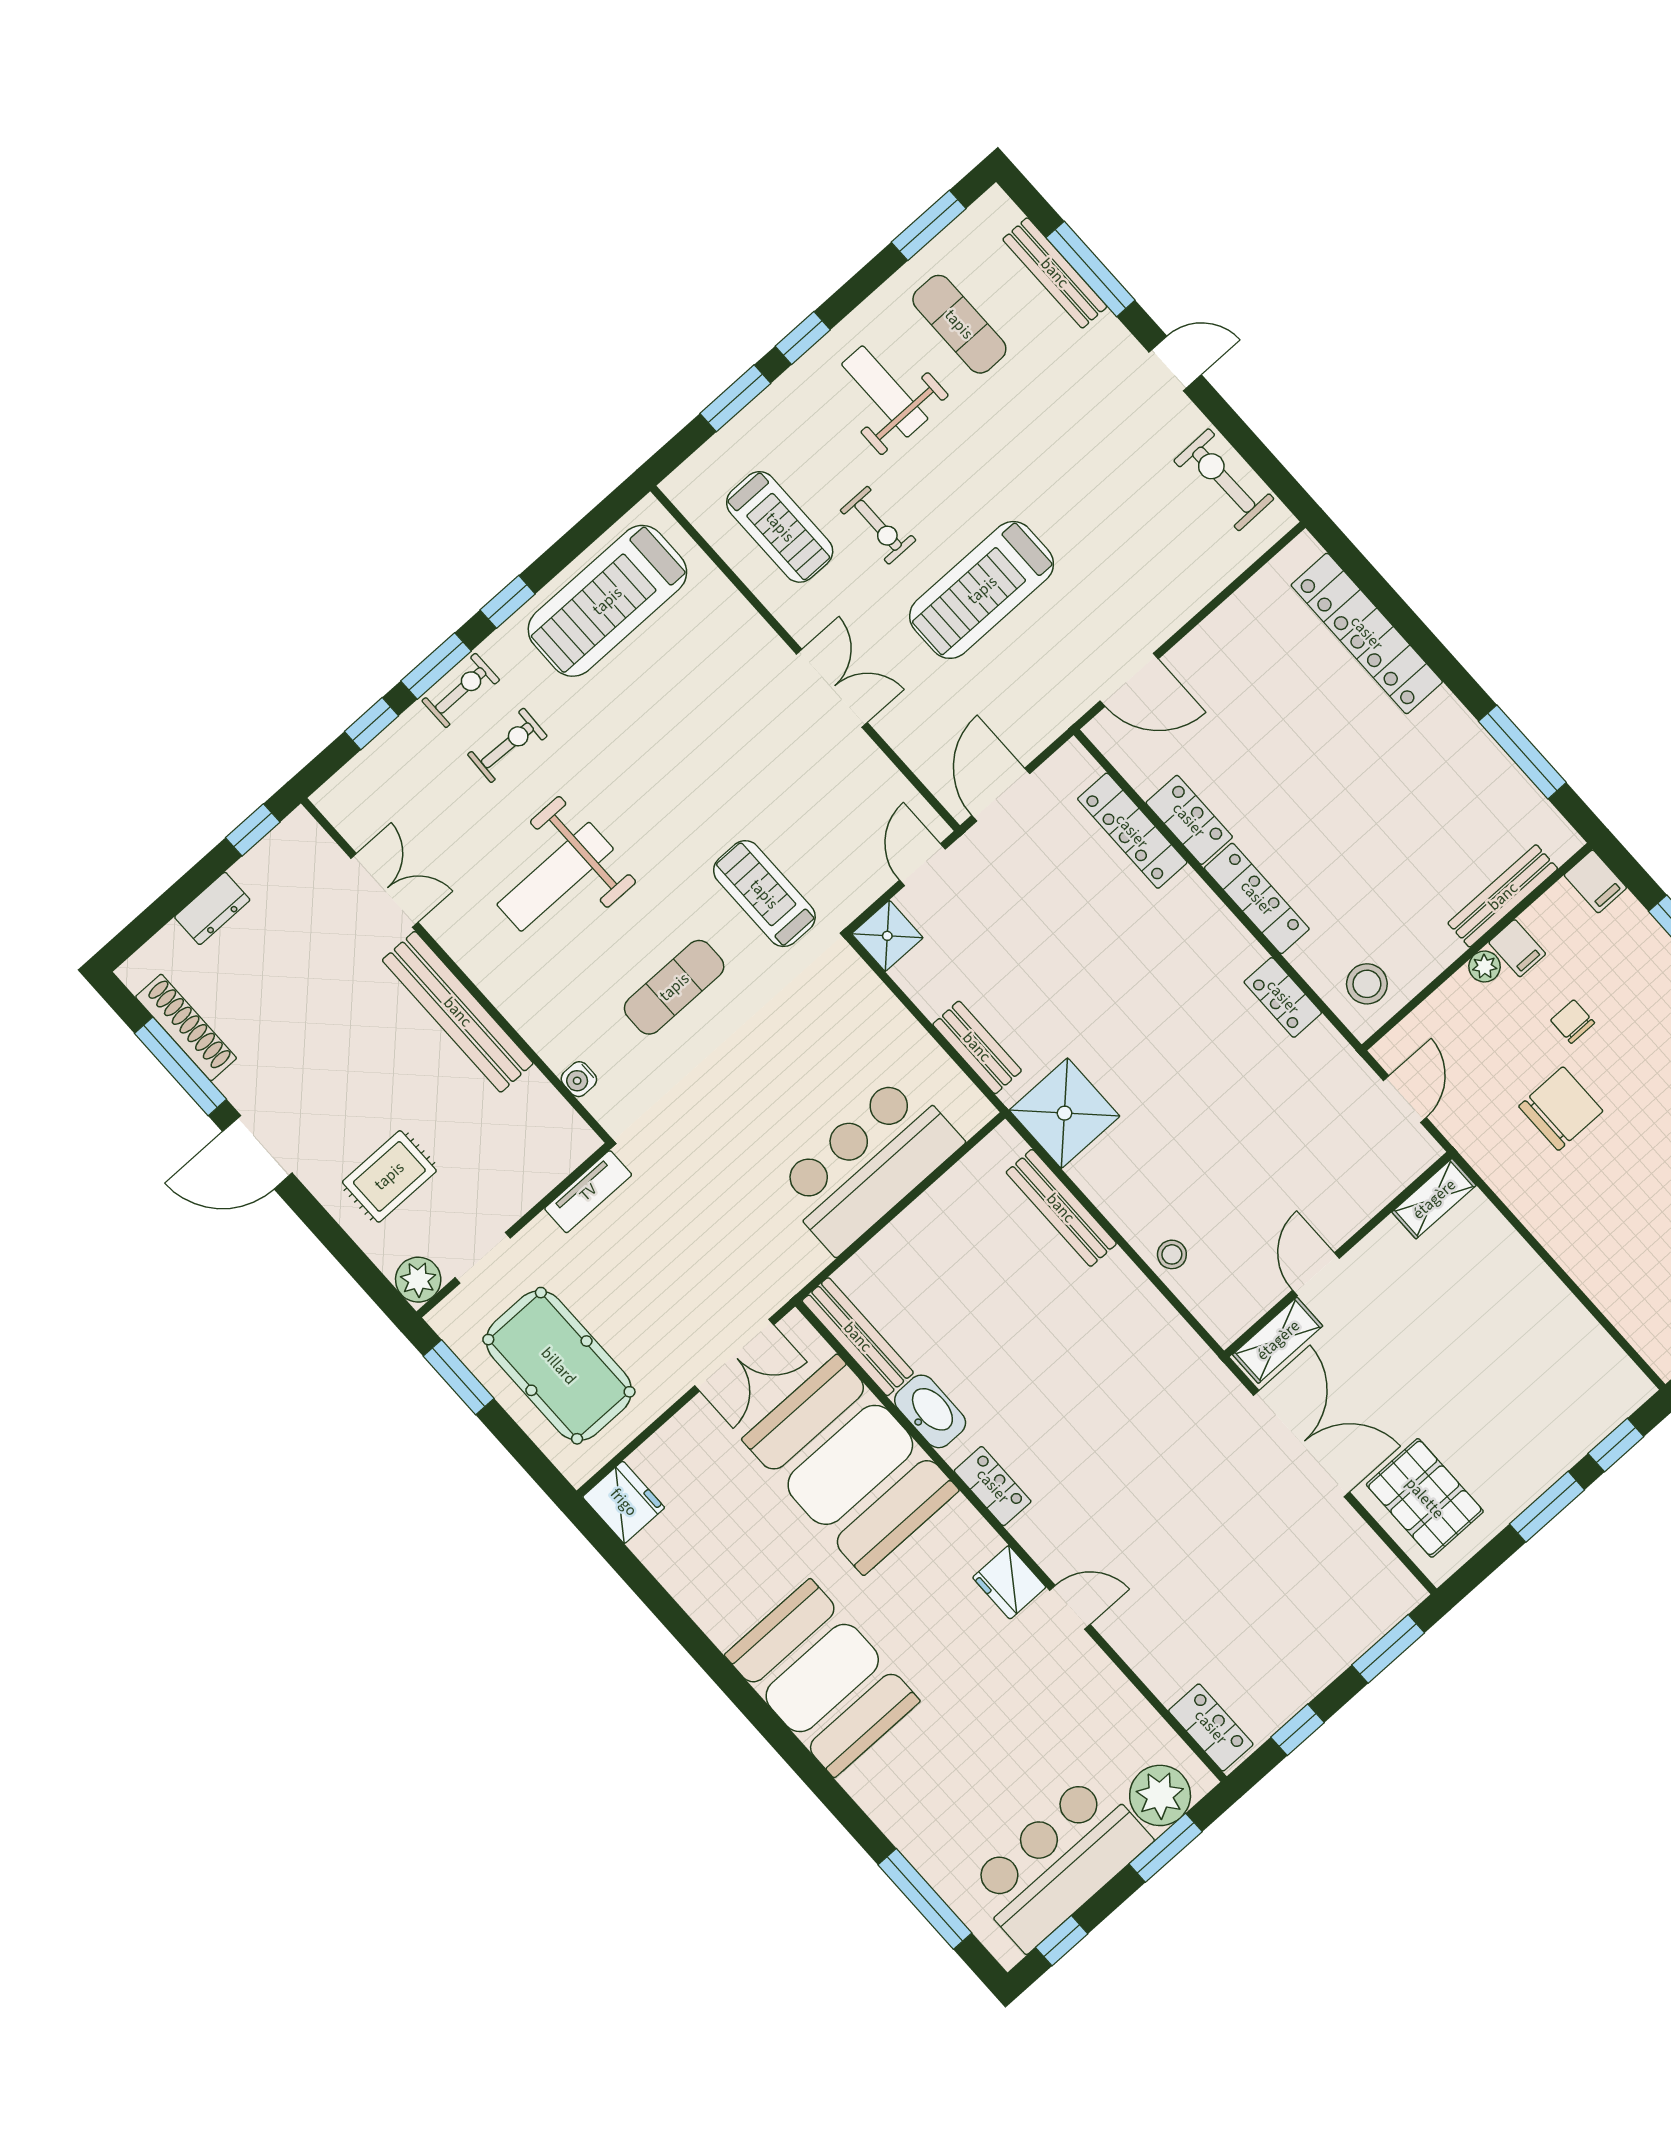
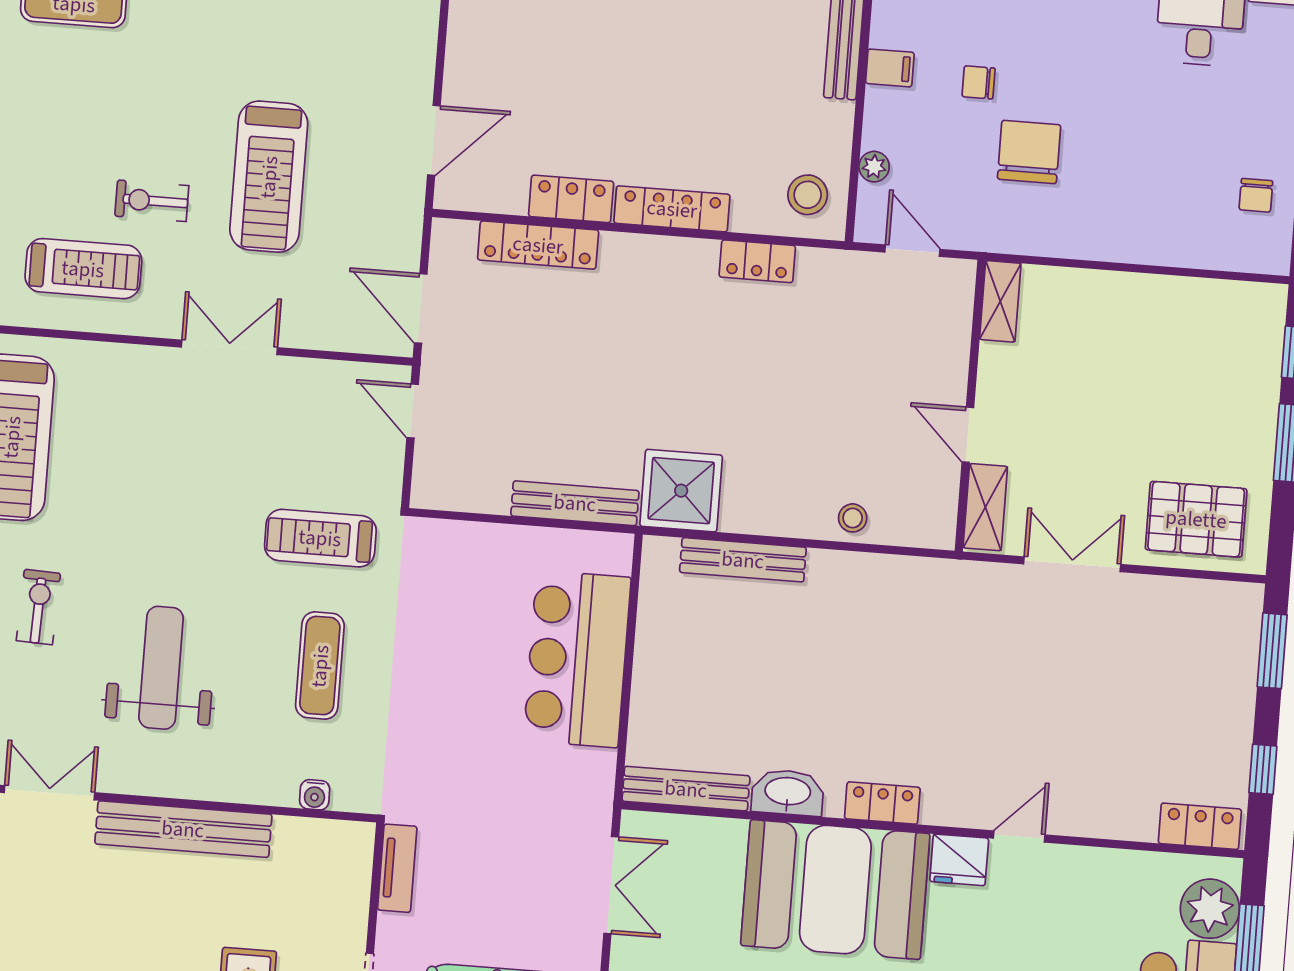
weight bench: (885, 391) -> (66, 102), removed
exercise bike: (878, 525) -> (152, 201), turned 180
weight bench: (555, 877) -> (161, 668), turned 180
shower: (887, 936) -> (436, 485), removed
plant: (1485, 967) -> (874, 167), moved
bench: (977, 1047) -> (575, 503), width x1.36
double door: (1302, 1444) -> (1072, 564), width x0.73
booth: (850, 1465) -> (835, 890), moved

